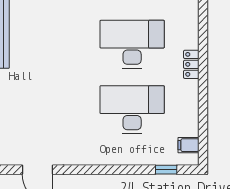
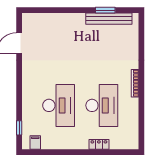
locker: (191, 64) -> (99, 144), moved

